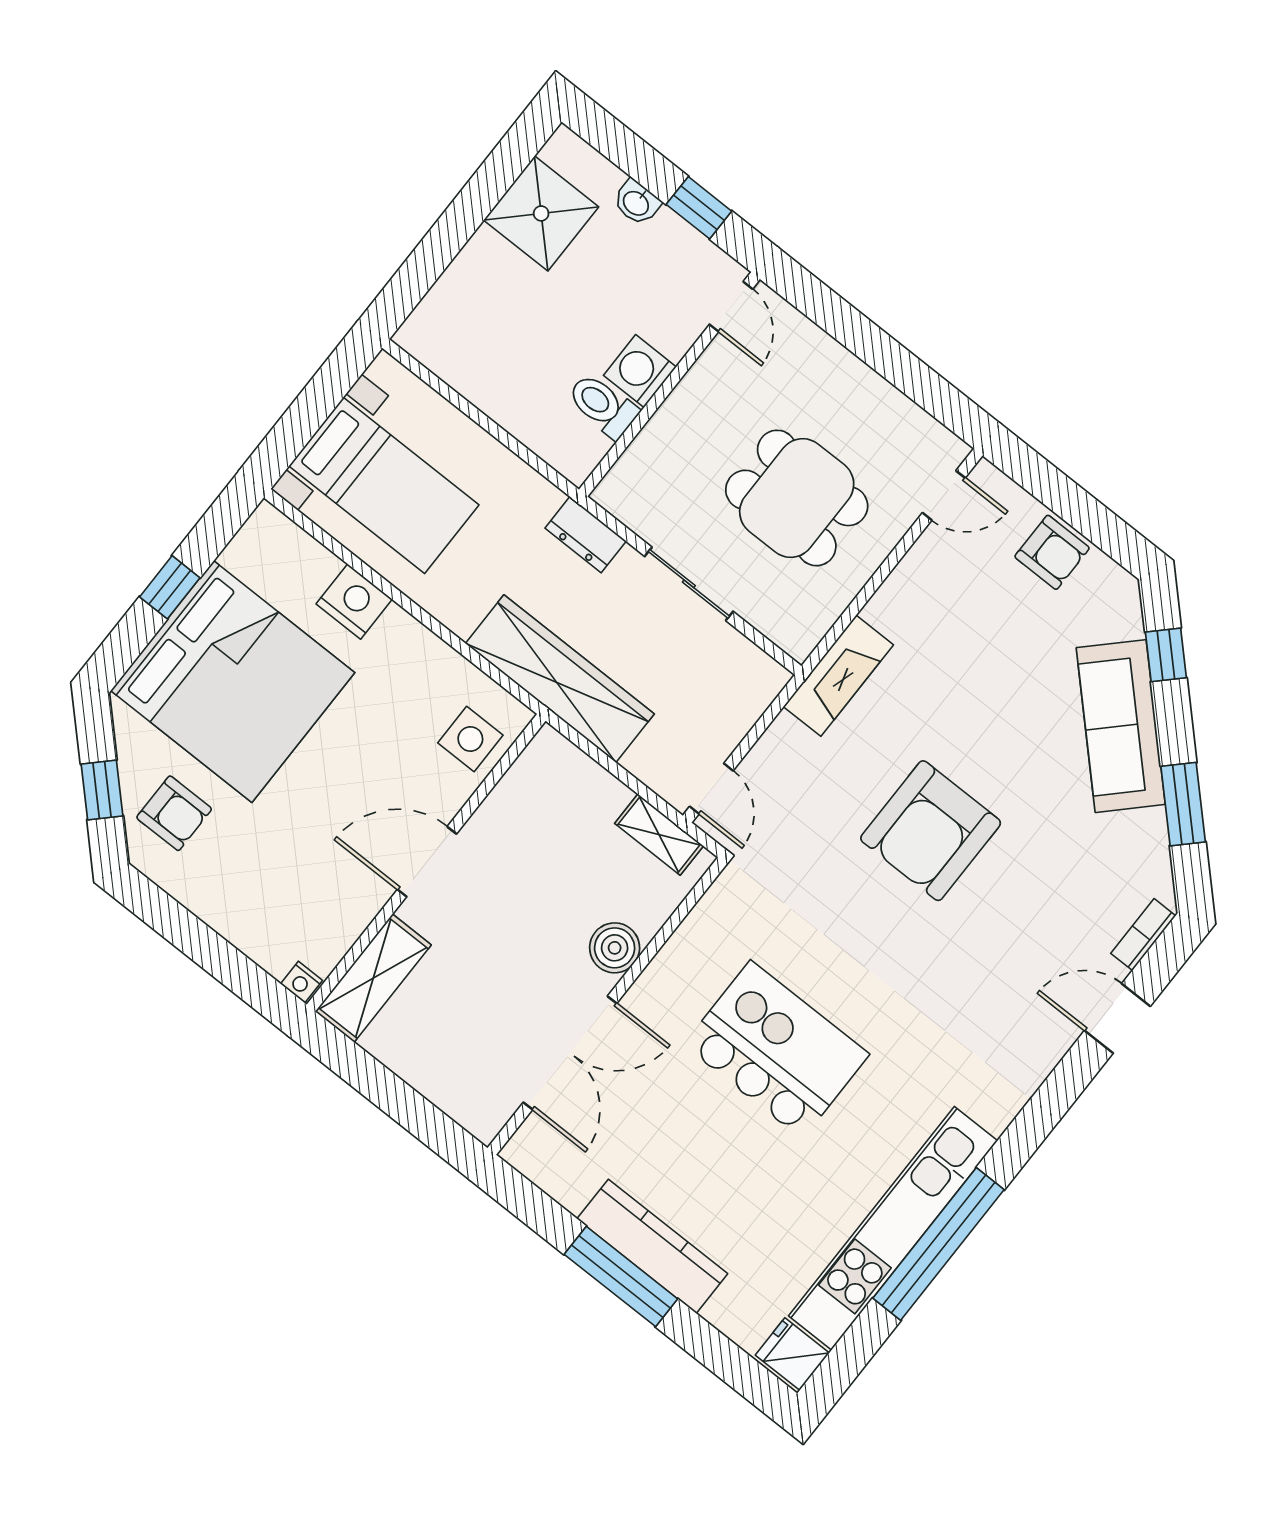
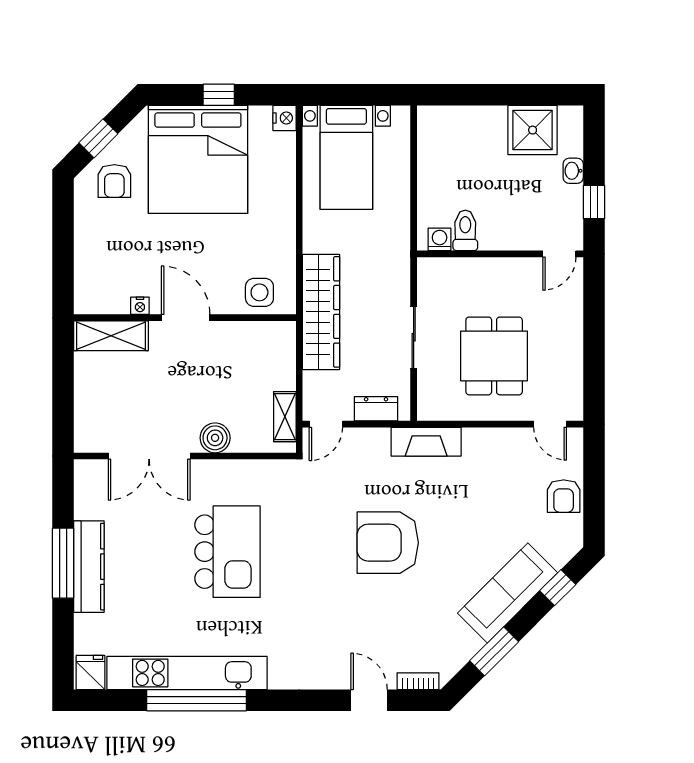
washing machine: (640, 371) -> (440, 239), moved, width x0.73, depth x0.73
dresser: (586, 535) -> (376, 409), moved, turned 90
nightstand: (354, 602) -> (284, 118), moved, width x0.74, depth x0.75
nightstand: (301, 982) -> (140, 306), moved, turned -90

